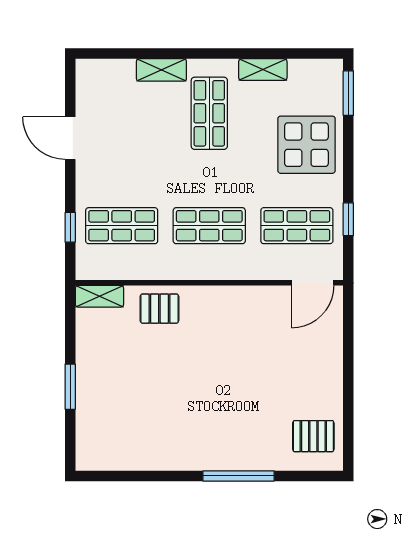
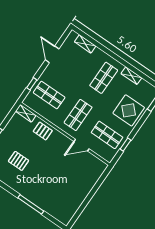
shelving: (161, 70) -> (85, 44), moved
shop shelf: (209, 226) -> (78, 115), turned 90
door: (313, 283) -> (81, 145), moved
pallet: (313, 436) -> (19, 161), moved

